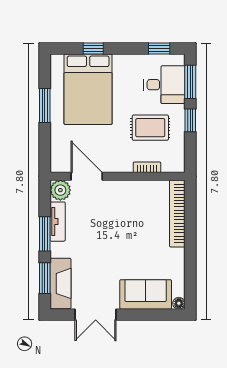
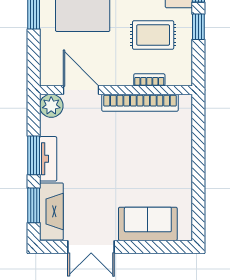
bookcase: (177, 213) -> (140, 103), moved, turned -90
tv unit: (58, 222) -> (48, 159), moved
floor lamp: (179, 303) -> (185, 234), removed

